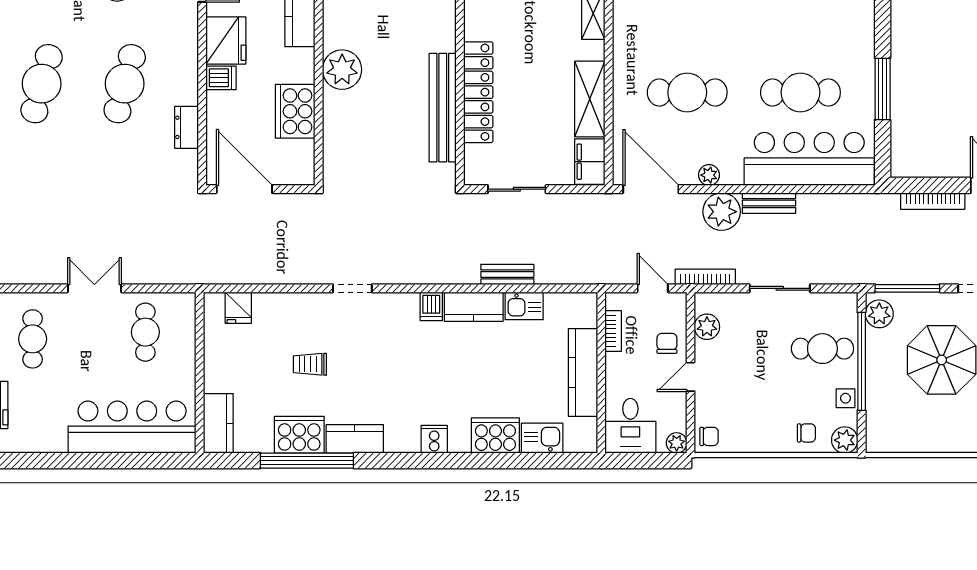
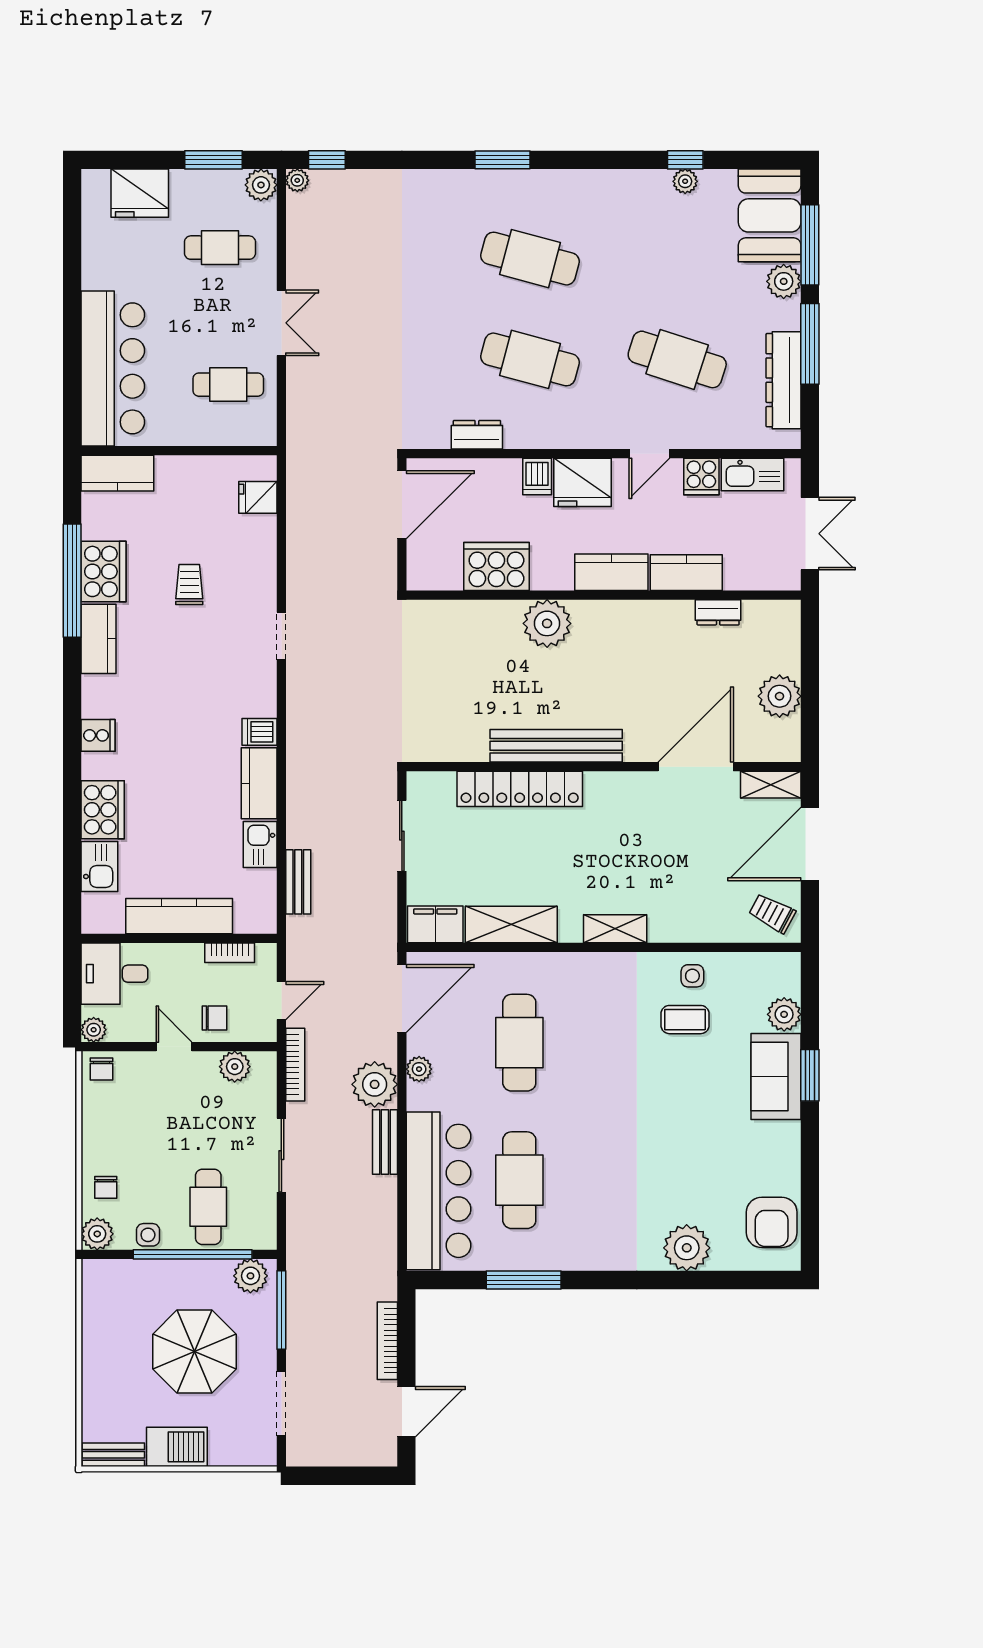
bench: (443, 108) -> (556, 746), moved
bench: (507, 274) -> (298, 882), moved

